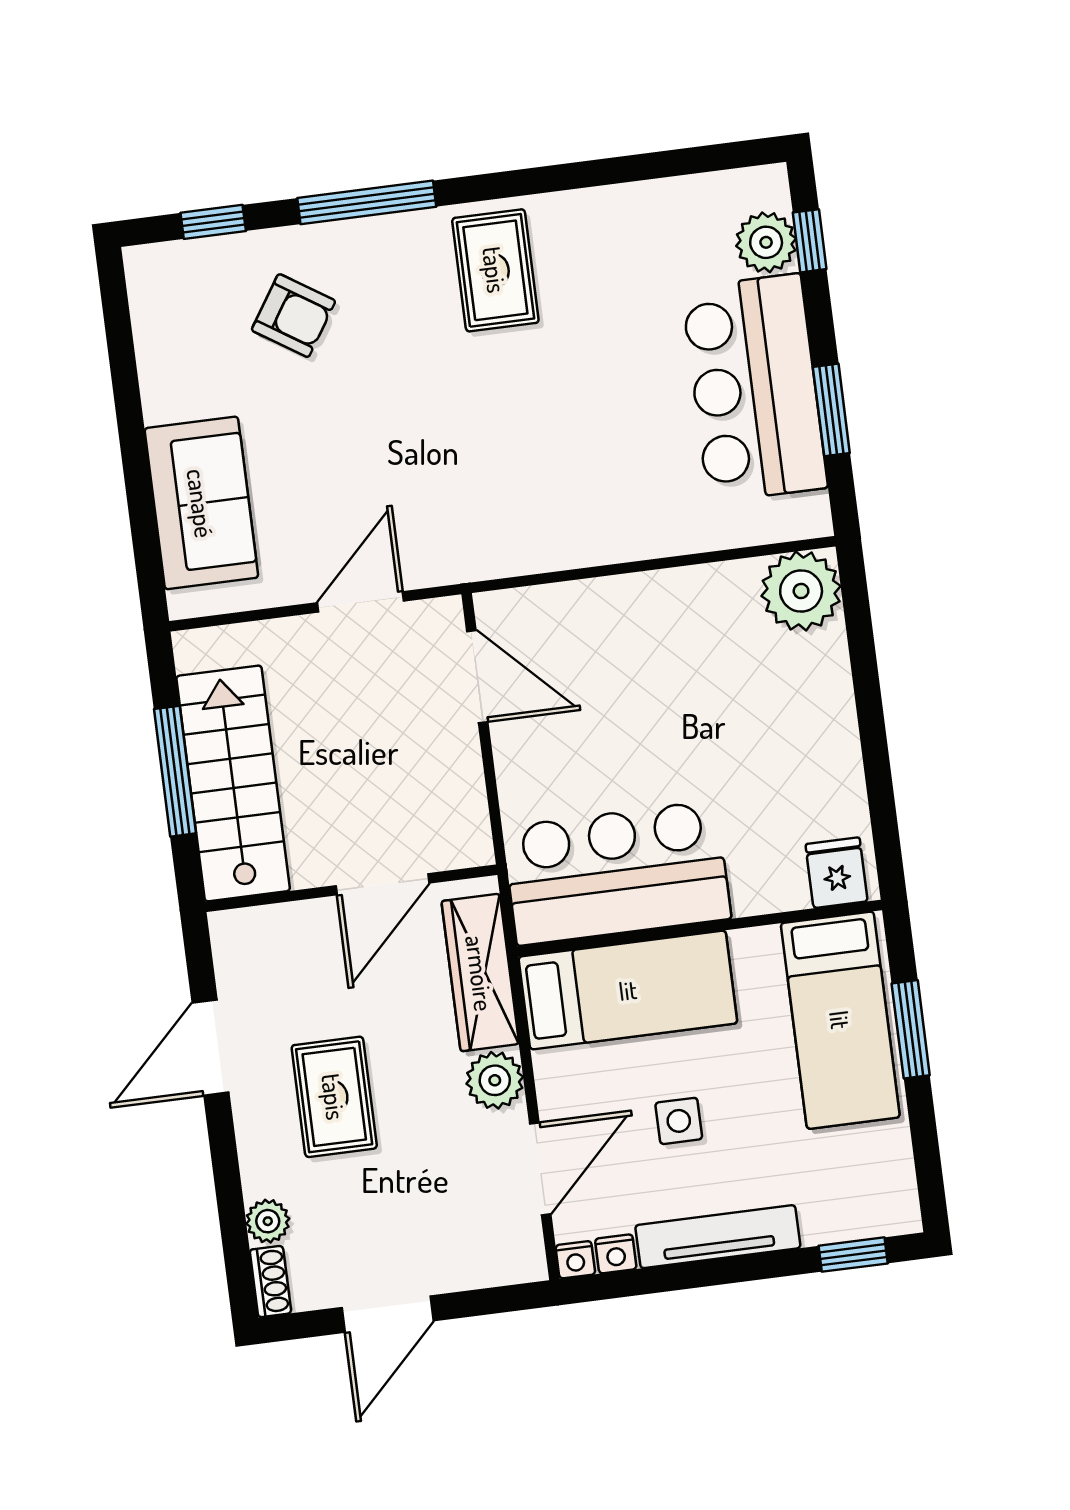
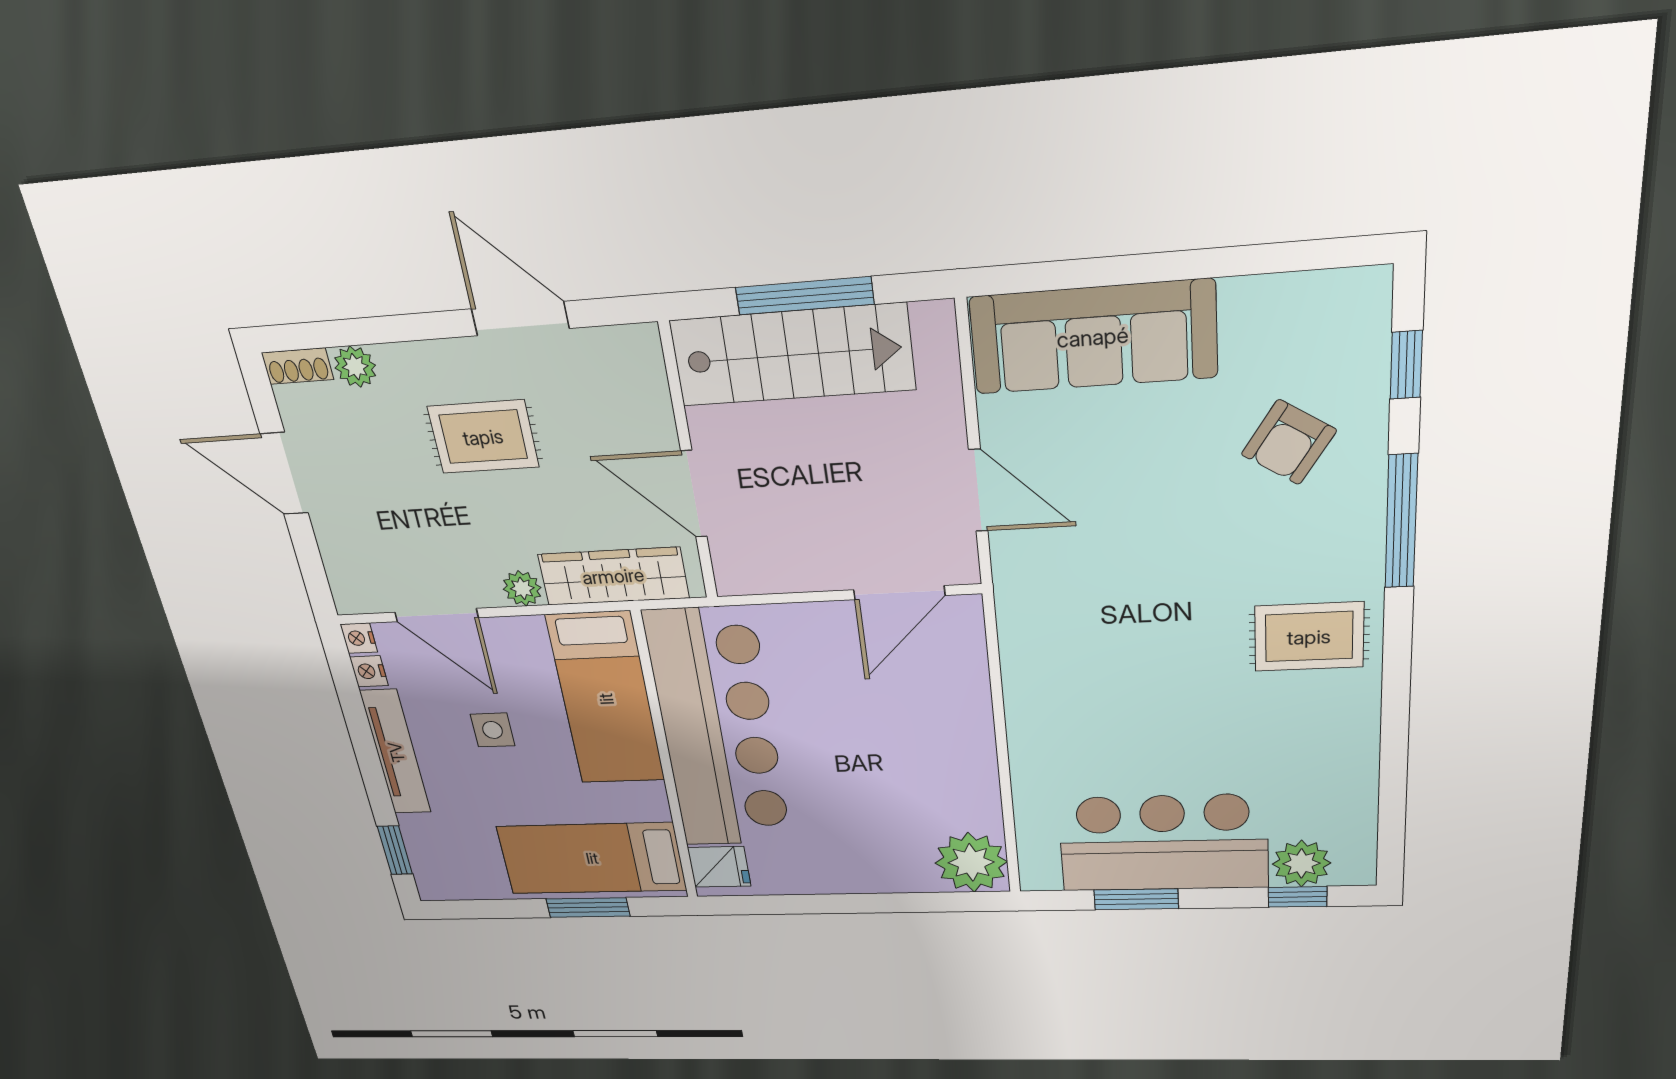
sofa: (201, 503) -> (1093, 337), width x1.36
bar counter: (617, 873) -> (718, 729), width x1.36
plant: (495, 1080) -> (522, 588), width x0.73, depth x0.73

